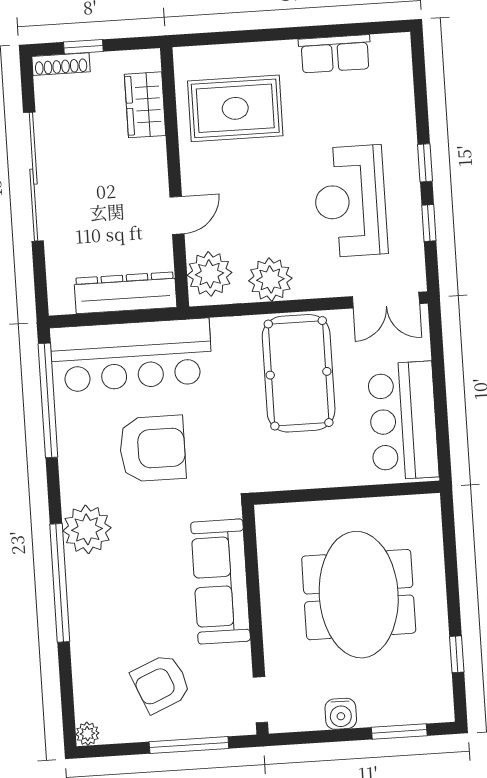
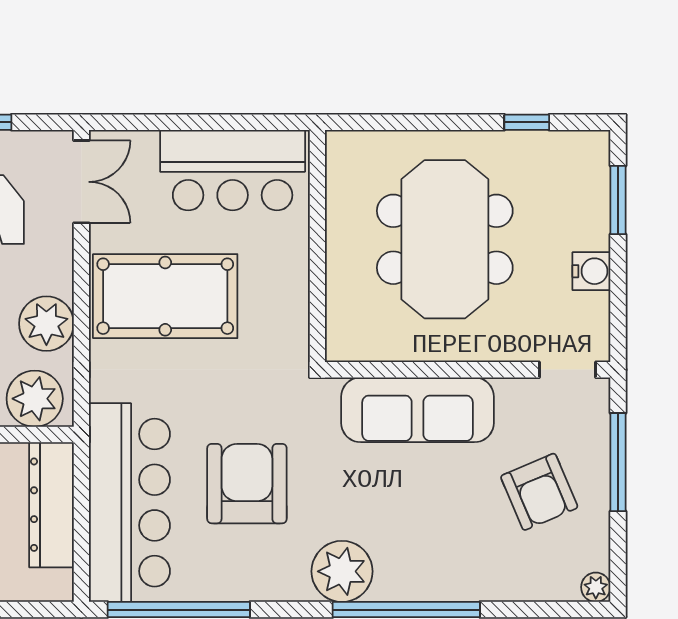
meeting table: (359, 595) -> (445, 239), turned 90

